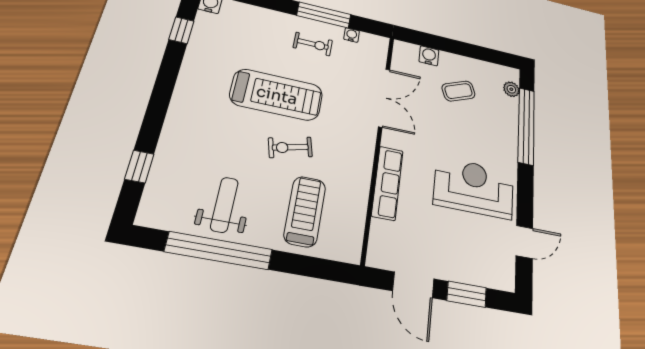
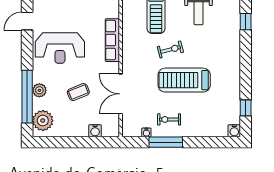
plant: (511, 89) -> (43, 121), width x1.88, depth x1.88
coffee table: (459, 91) -> (78, 92), moved
plant: (508, 131) -> (39, 90), added

